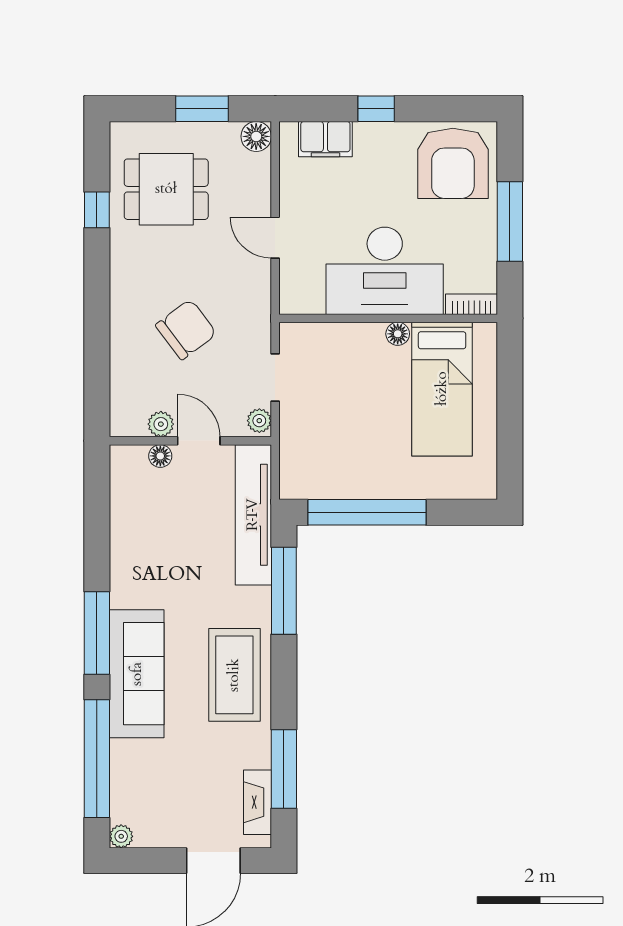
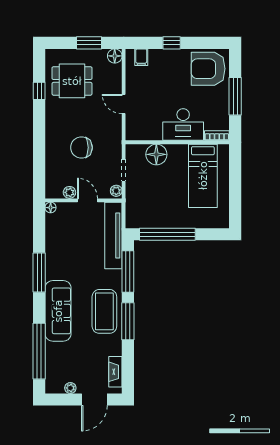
filing cabinet: (325, 139) -> (141, 57), width x0.50
armchair: (453, 163) -> (208, 69), turned 90
desk: (385, 271) -> (183, 124), width x0.73, depth x0.77
chair: (186, 329) -> (81, 148), turned -143
floor lamp: (398, 334) -> (156, 154), moved, width x1.89, depth x1.89
floor lamp: (160, 456) -> (51, 208), moved
window: (97, 633) -> (39, 272), moved
window: (284, 769) -> (128, 321), moved
plant: (121, 836) -> (70, 388), moved

